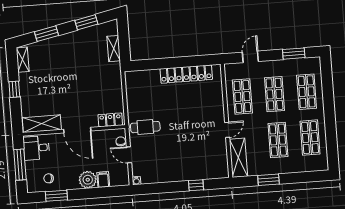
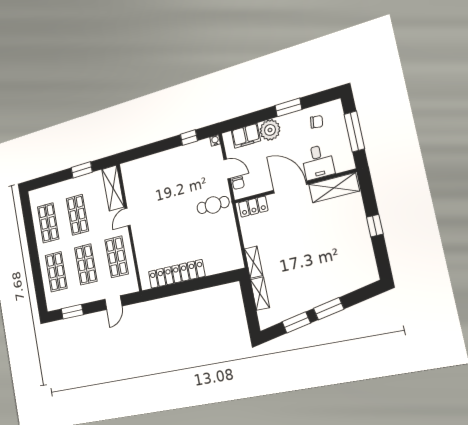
window: (47, 34) -> (329, 309), moved
shelving: (23, 60) -> (254, 262), moved
desk: (36, 148) -> (318, 162), moved, turned 90
filing cabinet: (103, 180) -> (246, 136), width x2.00
window: (196, 185) -> (189, 138), moved
window: (56, 196) -> (288, 108), moved

